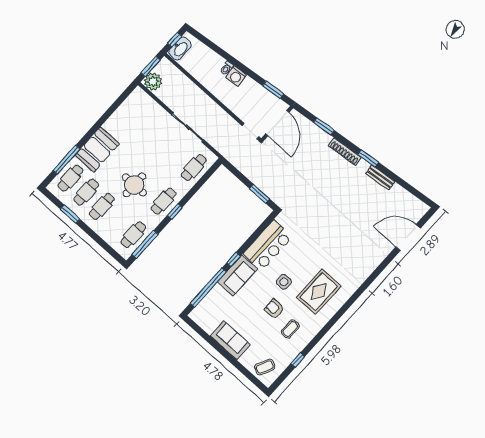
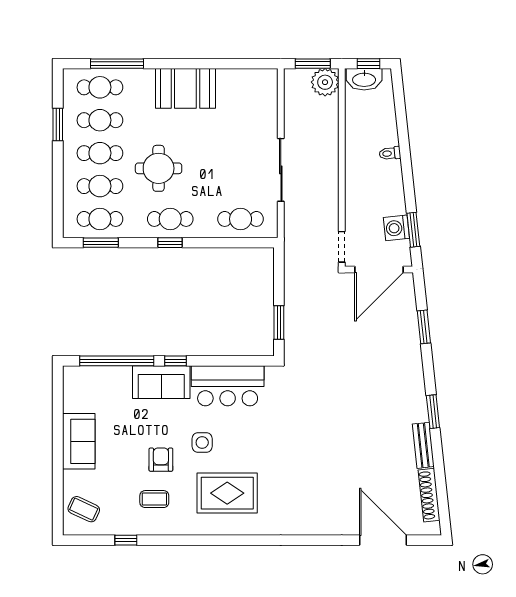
washing machine: (236, 76) -> (396, 228), moved
plant: (153, 82) -> (325, 82), moved
booth: (97, 149) -> (185, 88), moved
shoe rack: (345, 152) -> (429, 495), moved
cafe table: (118, 220) -> (100, 186), added
window: (145, 244) -> (101, 243), width x0.69

